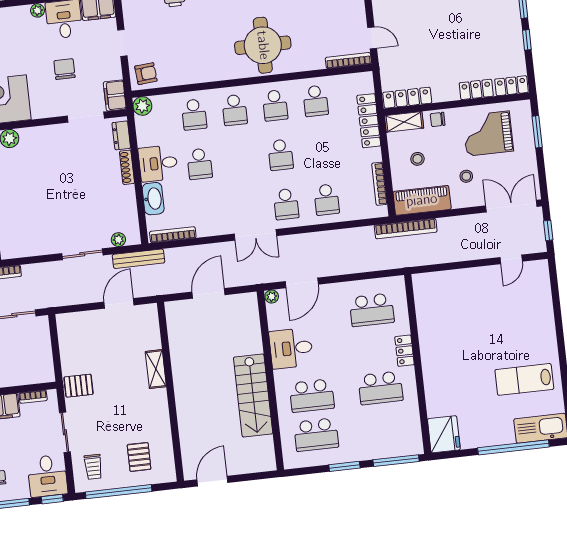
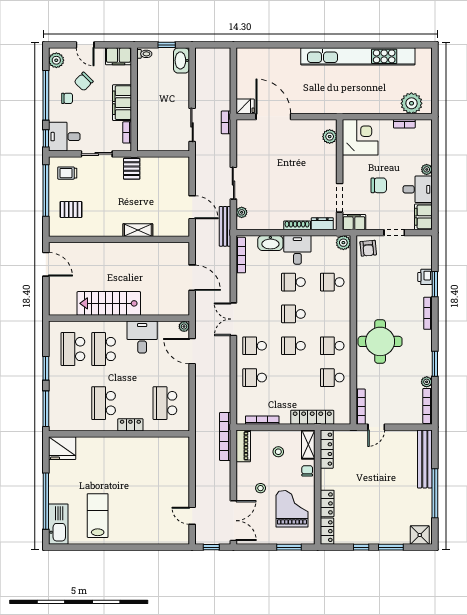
school desk: (235, 110) -> (293, 314), moved
piano: (422, 200) -> (243, 446), width x0.73, depth x0.75

